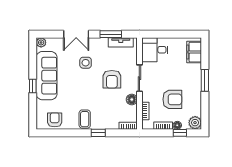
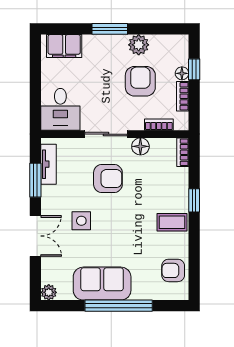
sofa: (47, 76) -> (102, 284), width x0.73
window: (33, 86) -> (119, 306), width x3.17
plant: (195, 123) -> (139, 45), moved

